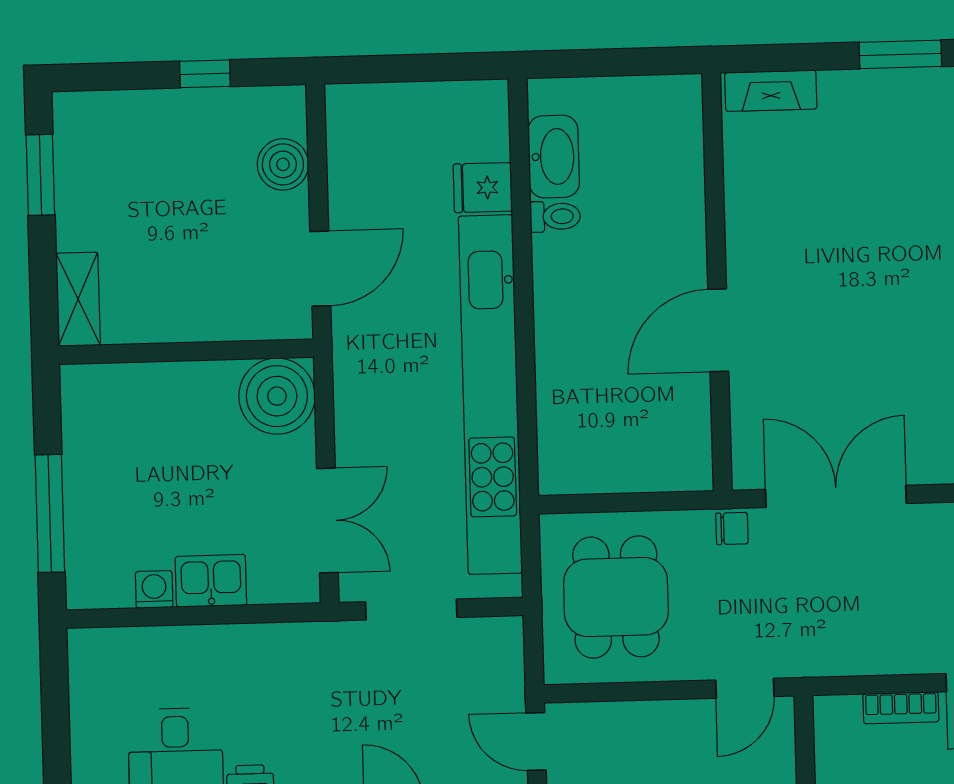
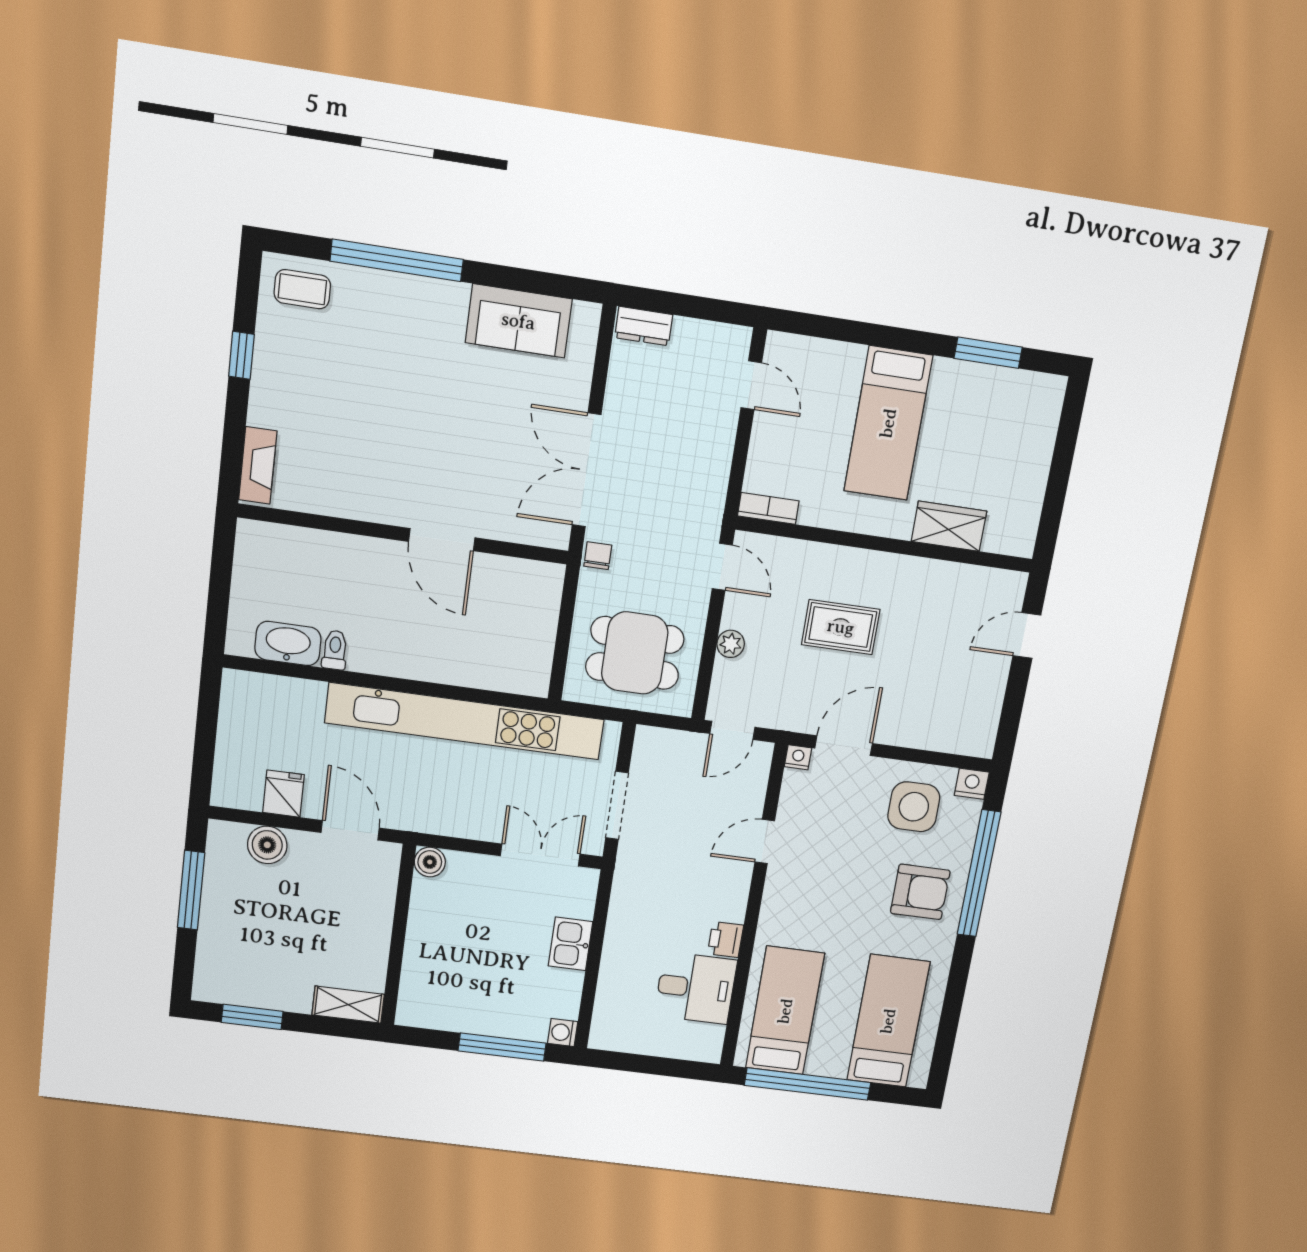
window: (900, 54) -> (241, 355), width x0.67
window: (205, 74) -> (191, 890), width x2.17
fridge: (483, 188) -> (283, 794), moved, turned 180
boiler: (277, 396) -> (430, 862), width x0.54, depth x0.54
washing machine: (154, 589) -> (563, 1032), moved
bookcase: (901, 708) -> (768, 508), moved, turned -90
plant: (649, 718) -> (731, 644), added

